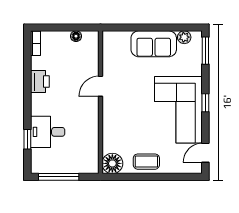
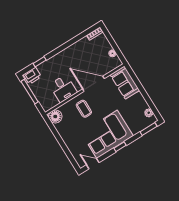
sofa: (154, 44) -> (125, 83), moved
printer: (40, 82) -> (32, 76), moved
door: (101, 86) -> (93, 84), width x1.87
desk: (48, 132) -> (63, 88), moved, turned 180
coffee table: (146, 162) -> (84, 109), moved

